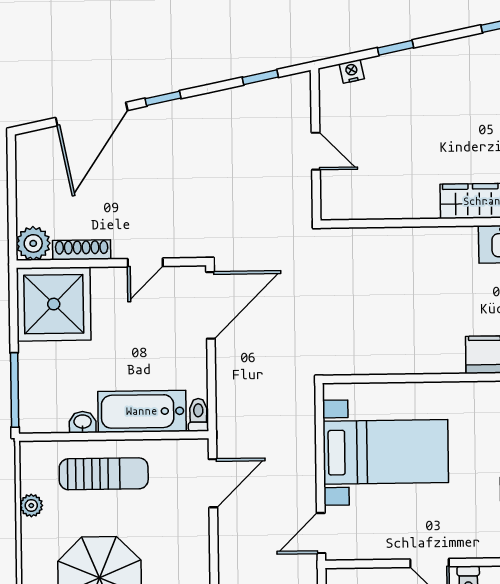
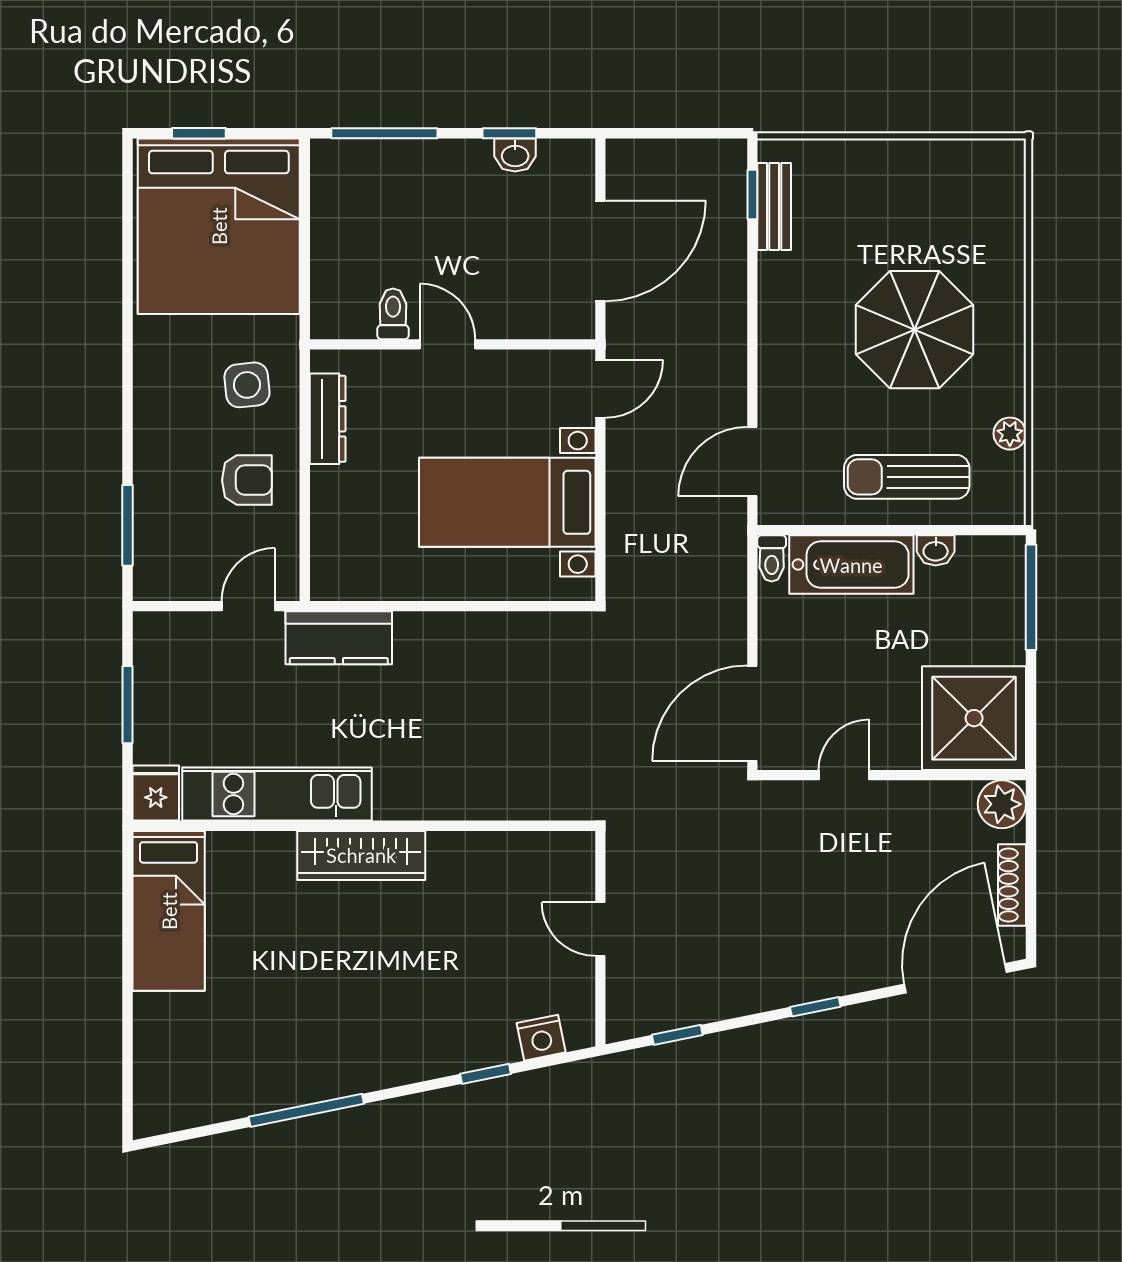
nightstand: (352, 71) -> (541, 1038), width x1.39, depth x1.35
door: (92, 114) -> (956, 978), moved
shoe rack: (82, 250) -> (1012, 885), moved, turned 90

